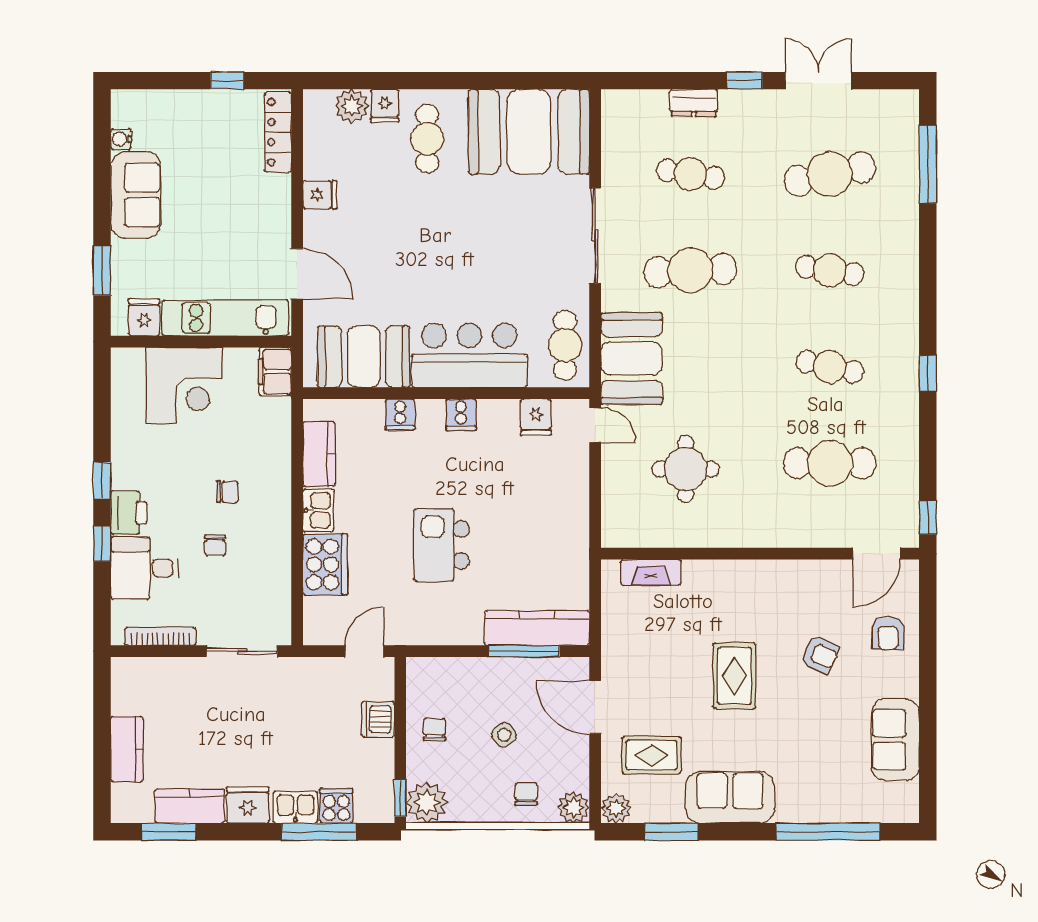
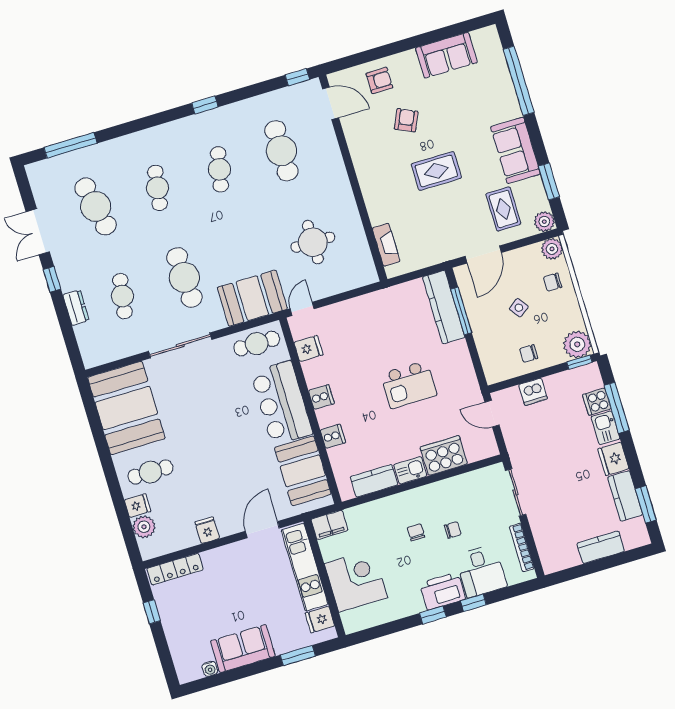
printer: (129, 513) -> (443, 591), width x1.37, depth x1.19

